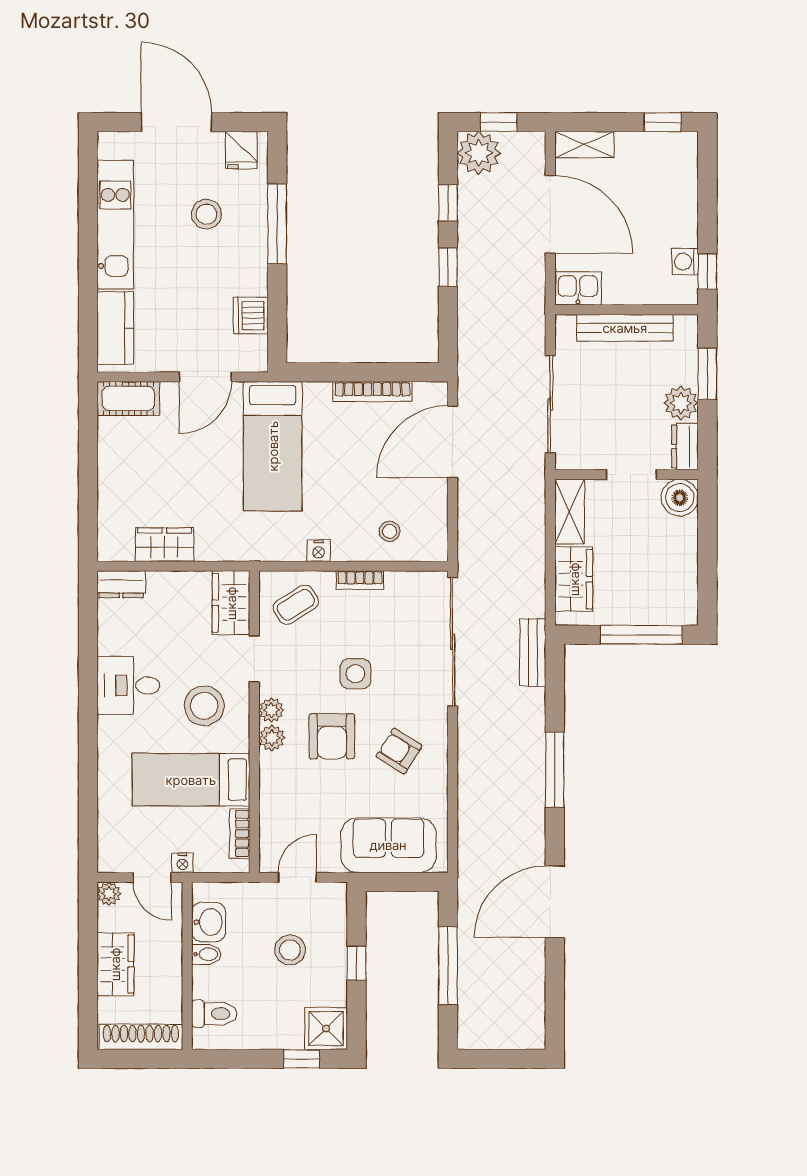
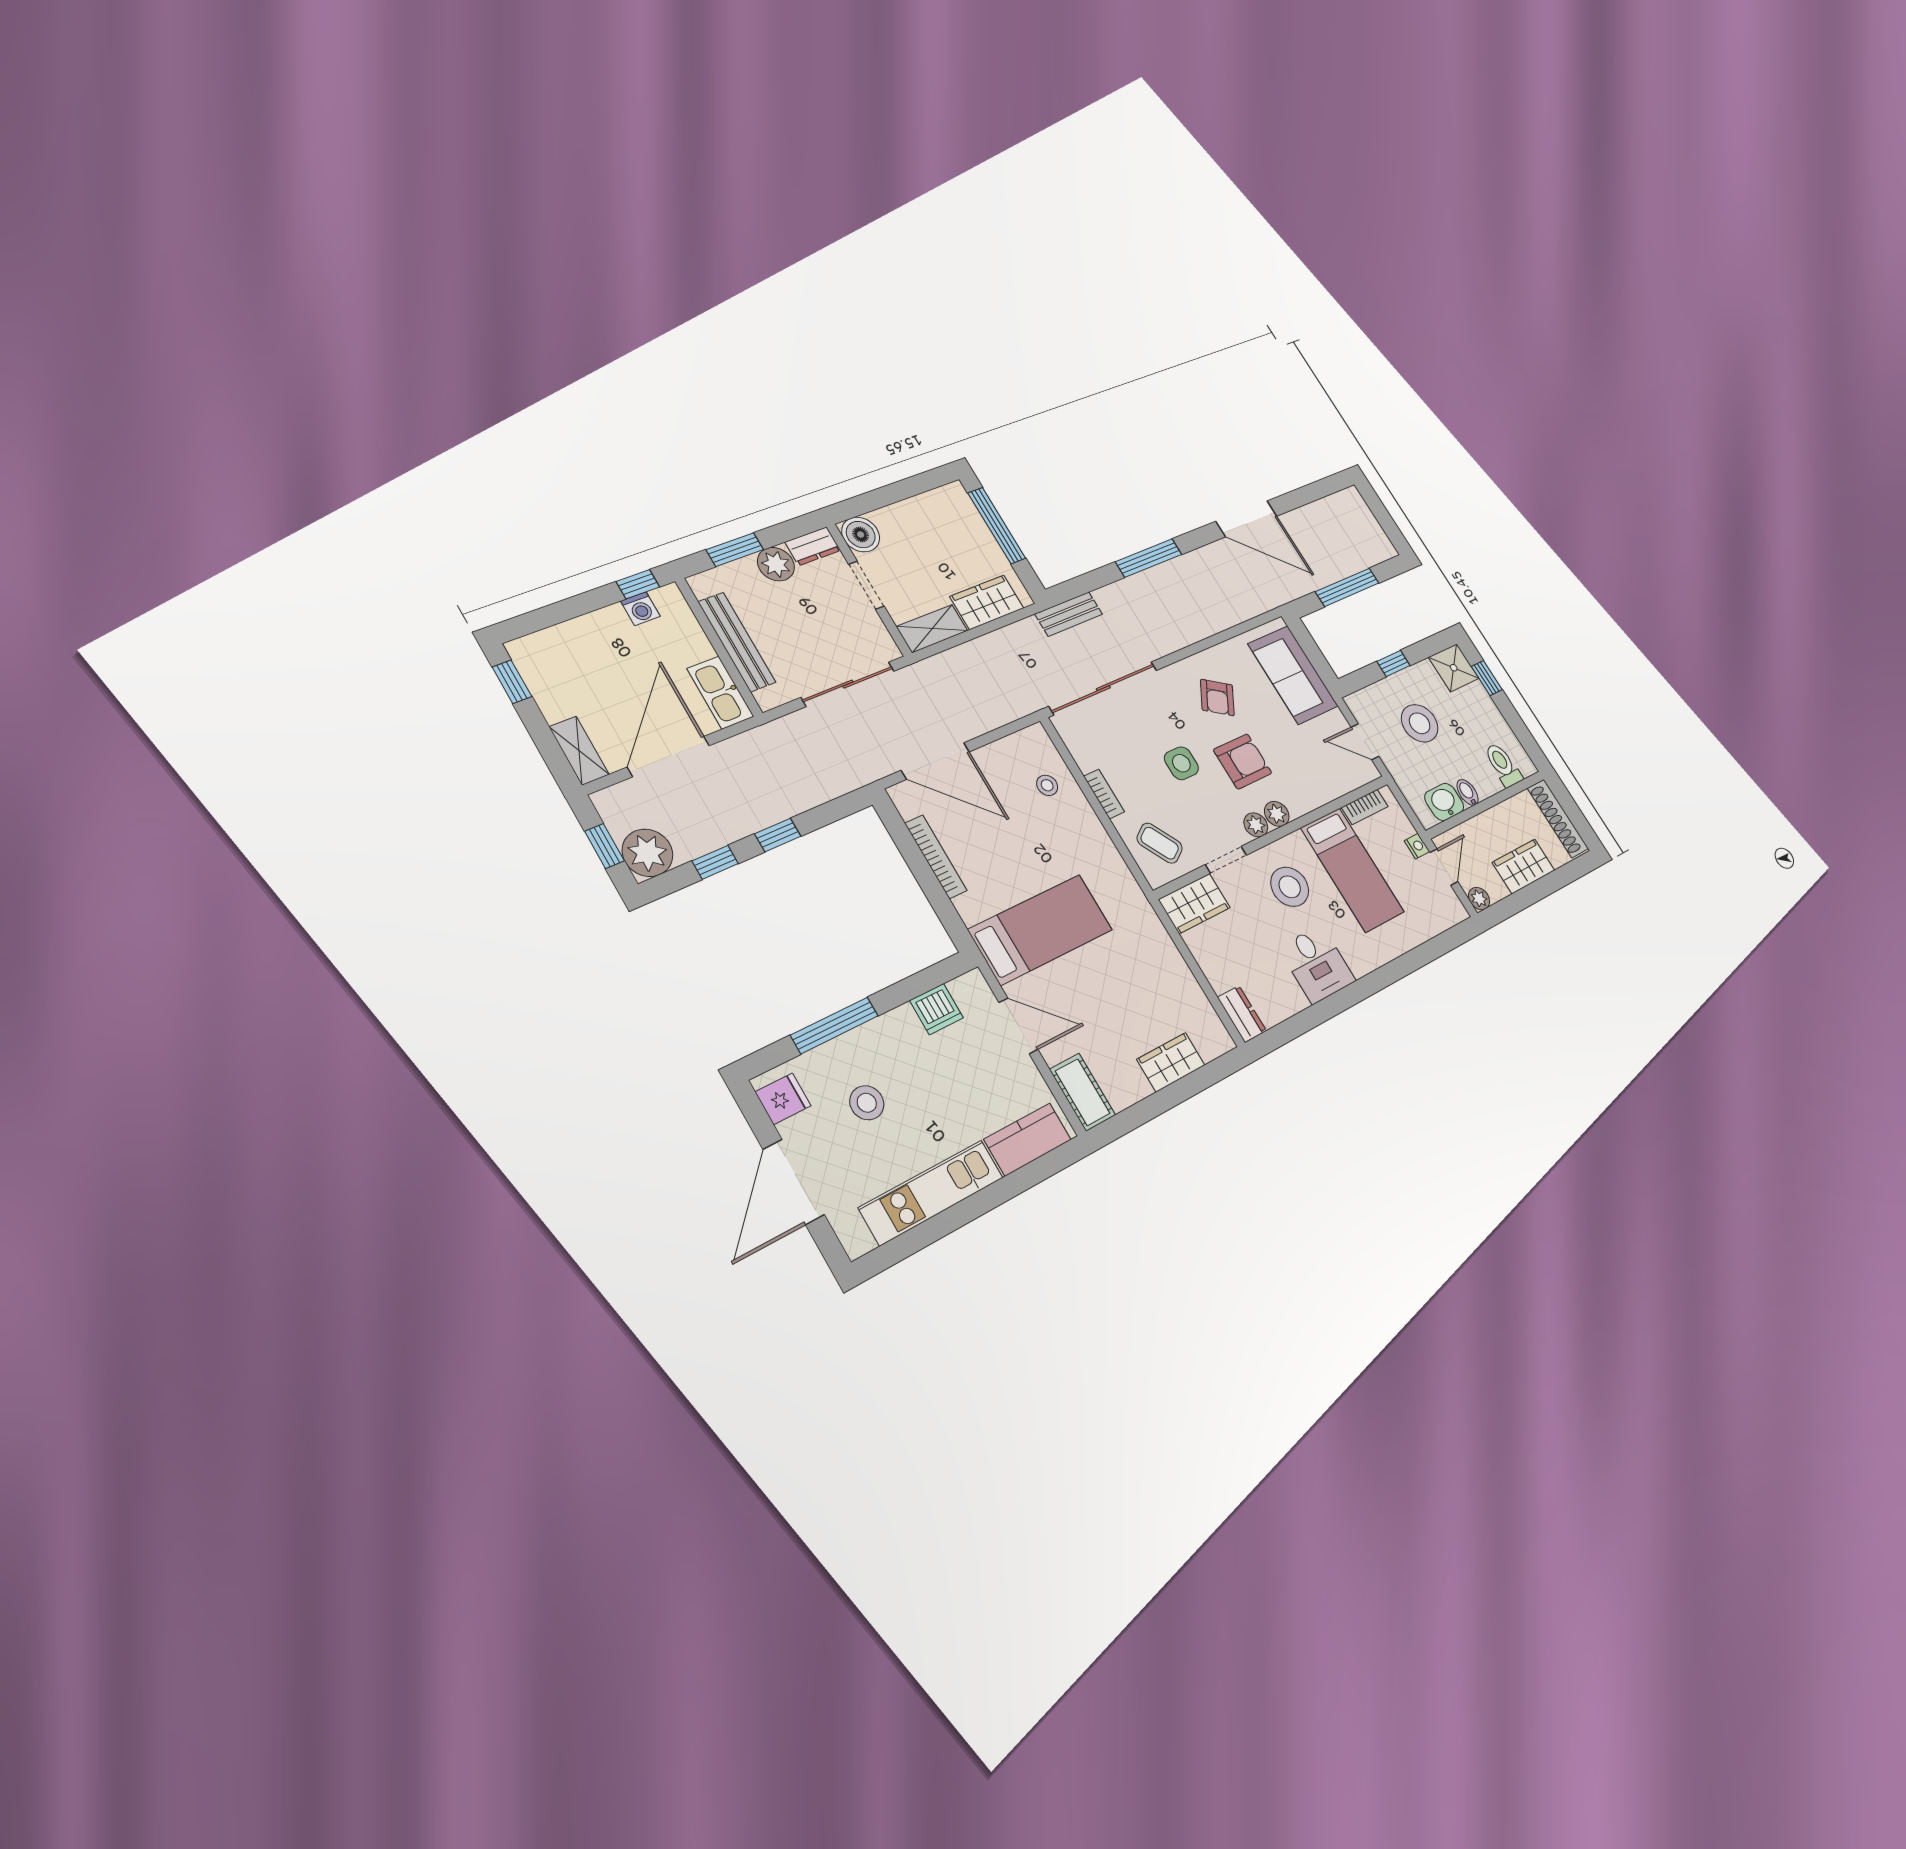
kitchen sink: (578, 288) -> (720, 692), width x1.38
wardrobe: (164, 545) -> (1171, 1062), moved, turned 90
nightstand: (319, 551) -> (1103, 843), removed
stool: (290, 950) -> (1420, 723), width x1.38, depth x1.38

